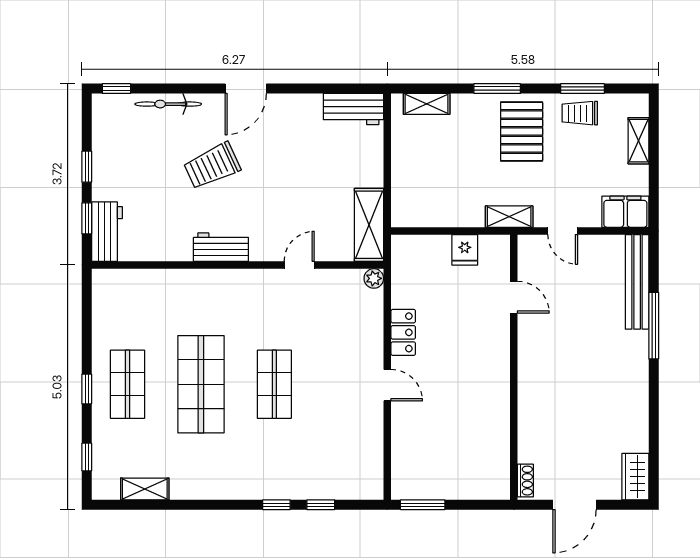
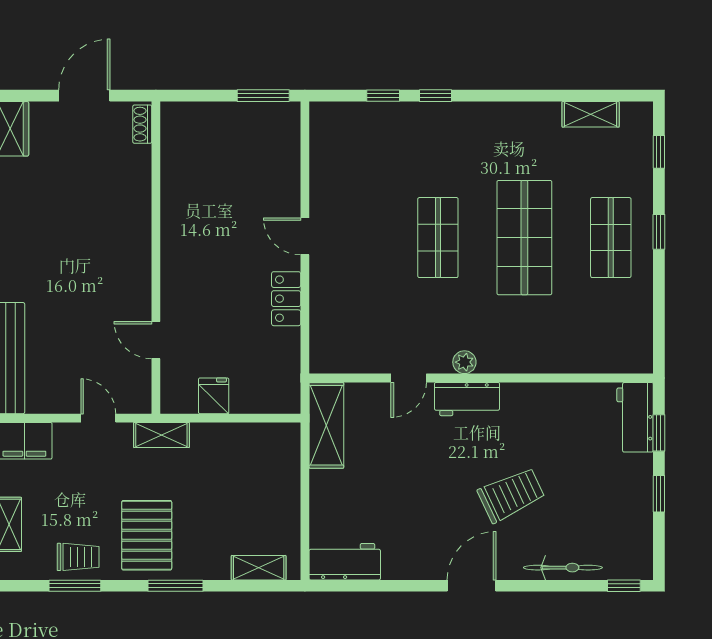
workbench: (221, 247) -> (467, 399), moved
plant: (374, 278) -> (464, 362), moved

